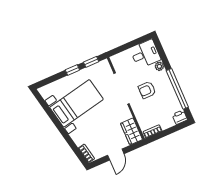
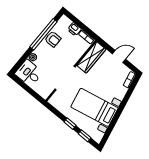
window: (91, 62) -> (85, 136), moved
armchair: (147, 90) -> (53, 39), moved
printer: (180, 117) -> (74, 29), moved
wardrobe: (131, 131) -> (91, 57), width x1.50

